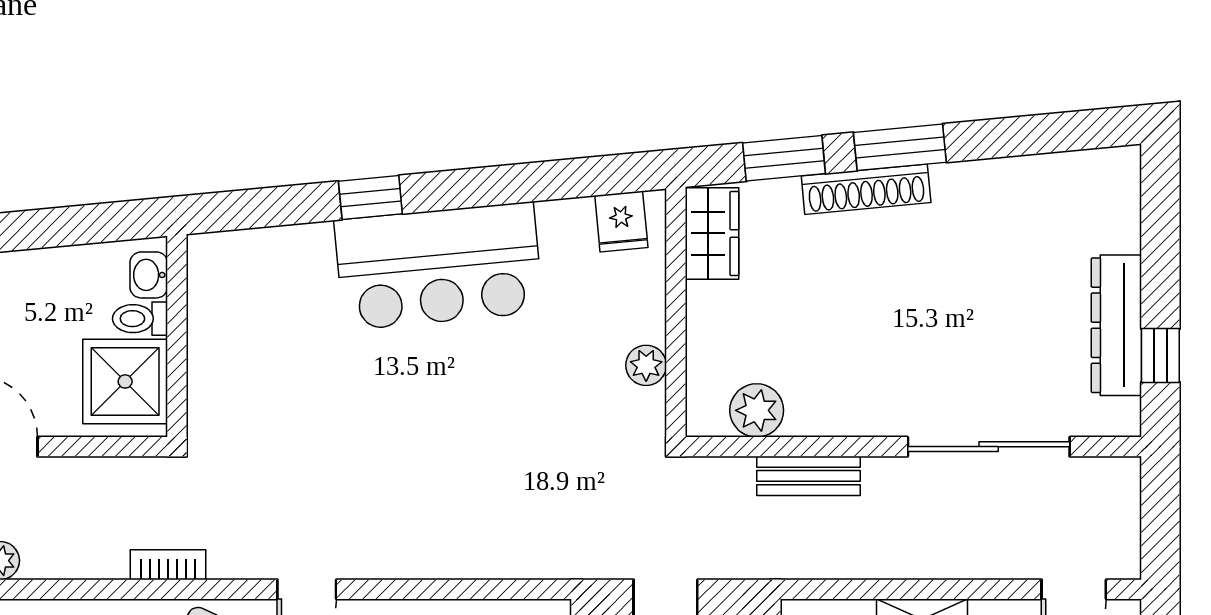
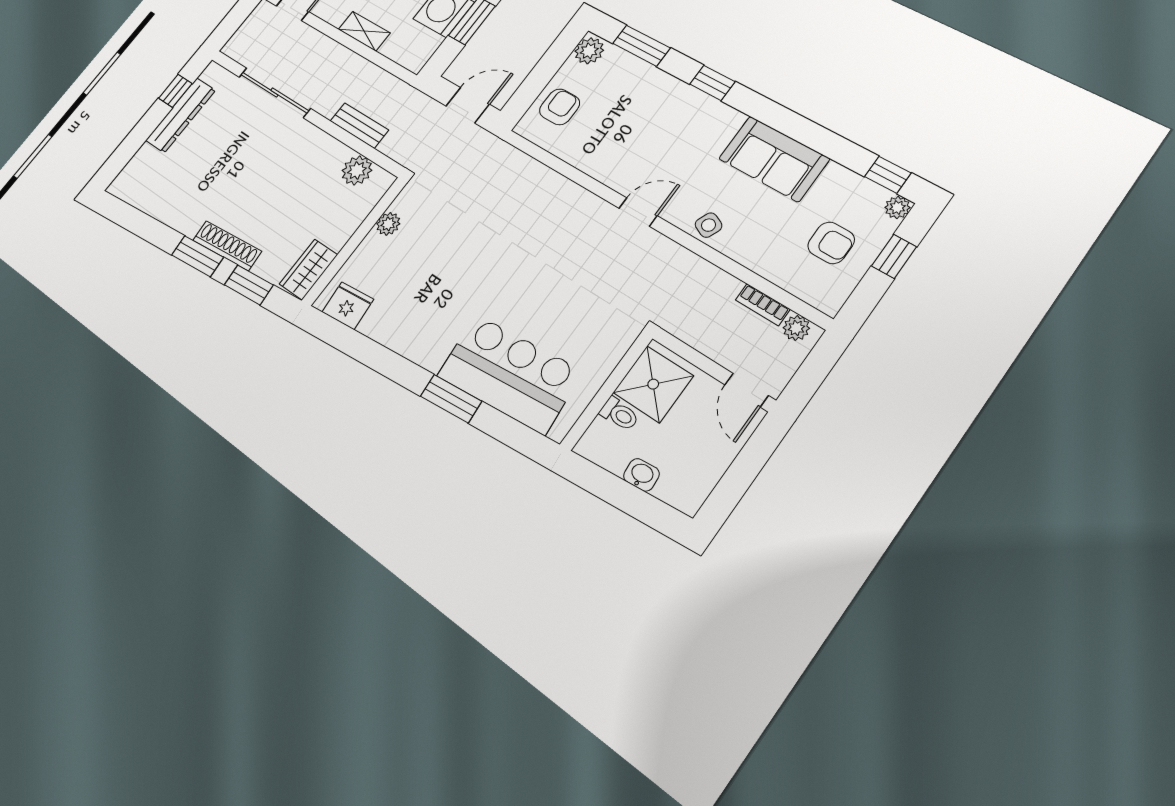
window: (370, 197) -> (451, 399), width x1.50
fridge: (621, 221) -> (348, 306), width x1.38
bar counter: (439, 266) -> (509, 374), moved
washbasin: (149, 275) -> (641, 475), moved, turned -95
bookcase: (168, 565) -> (763, 305), moved

